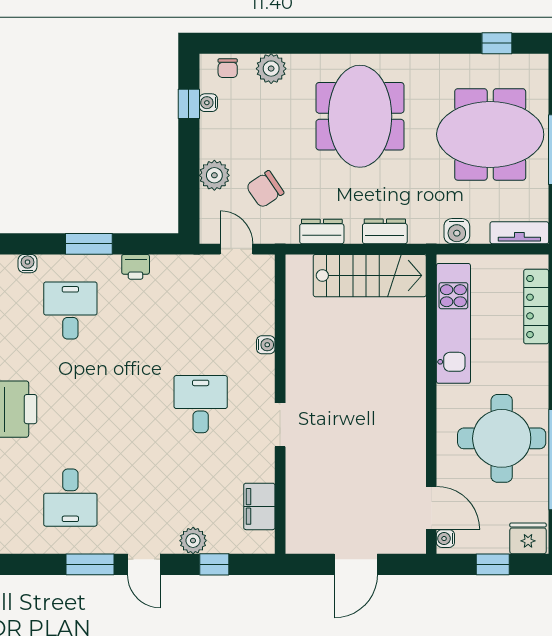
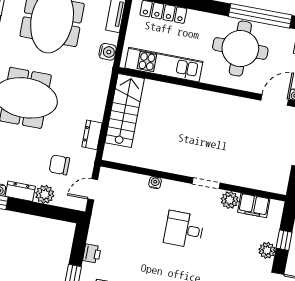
chair: (265, 189) -> (59, 165), turned 124
dresser: (385, 231) -> (20, 191), moved, turned 90
plant: (261, 467) -> (230, 200), added

